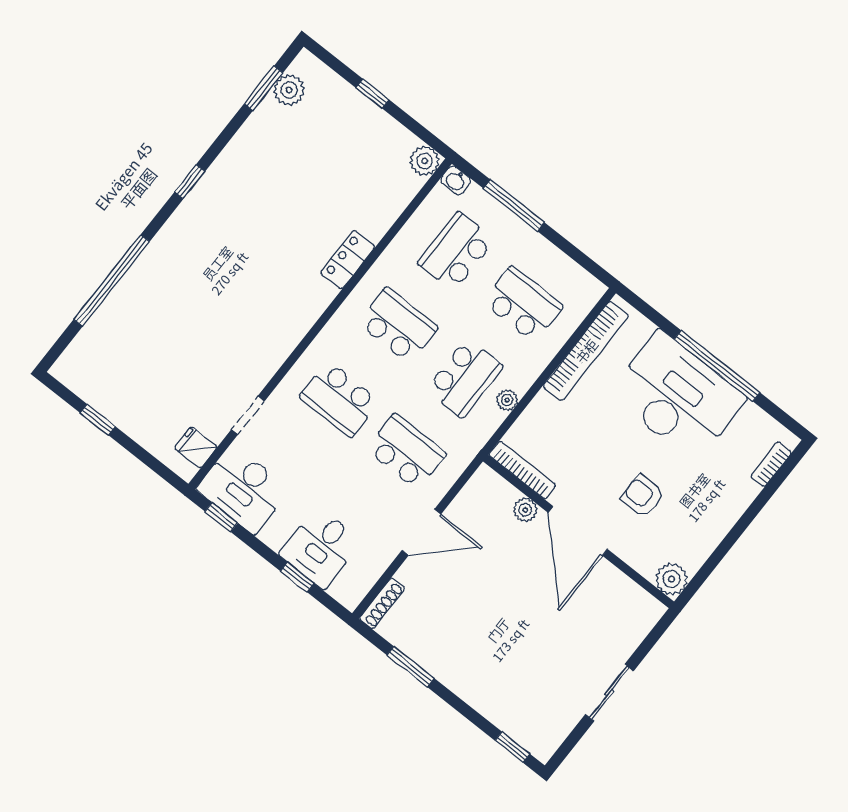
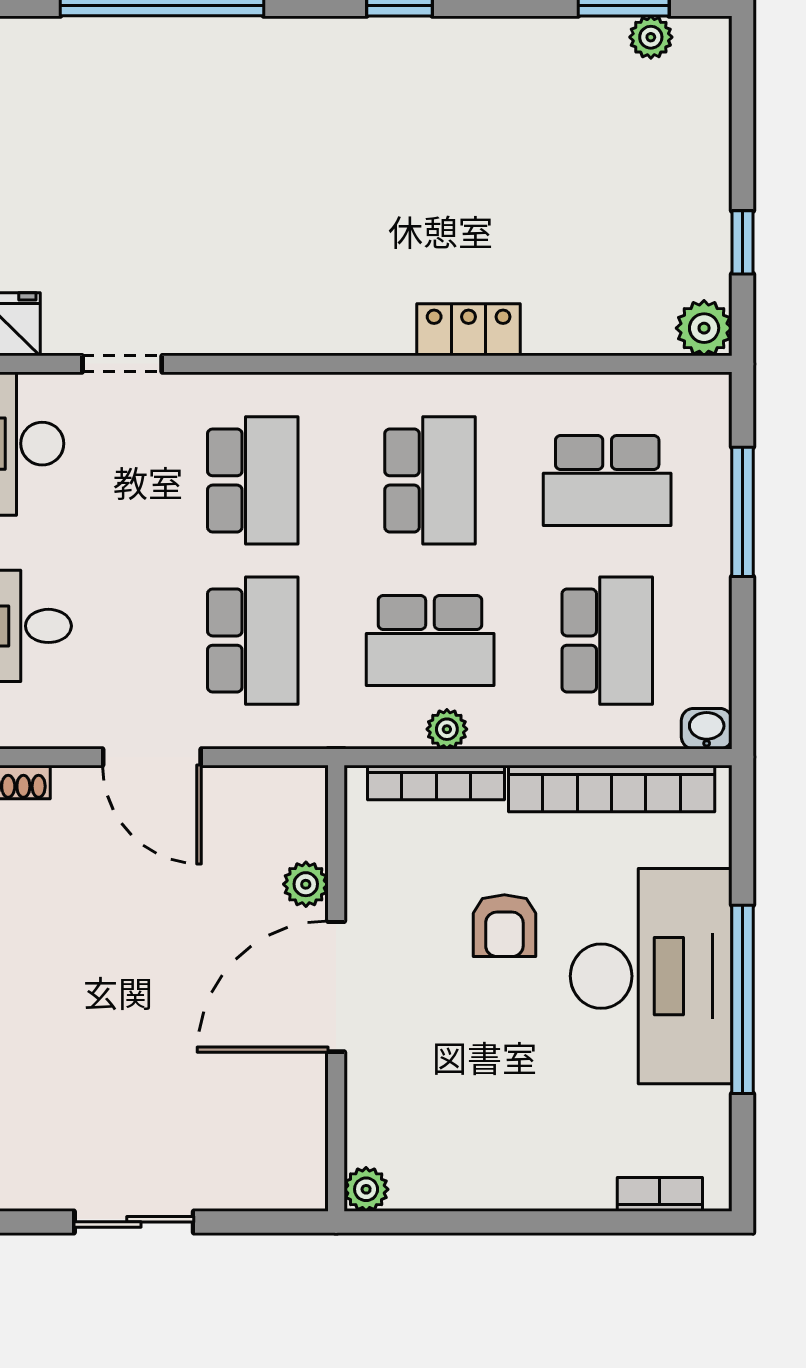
plant: (289, 90) -> (651, 37), width x0.73, depth x0.73
window: (372, 94) -> (742, 242), moved
washbasin: (456, 181) -> (707, 729), moved, turned 90
school desk: (456, 251) -> (607, 480), turned 180
school desk: (340, 399) -> (253, 480), turned 180
bookcase: (522, 470) -> (436, 783), moved, turned 90
armchair: (643, 496) -> (504, 926), moved, turned 180
plant: (671, 579) -> (366, 1189), width x0.73, depth x0.73

